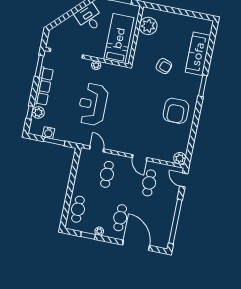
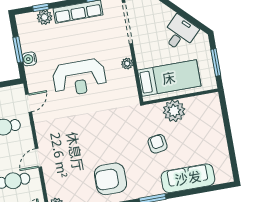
plant: (148, 26) -> (174, 111), moved
armchair: (164, 66) -> (158, 144), turned 153
reception desk: (93, 104) -> (79, 78), turned 180
water cooler: (49, 133) -> (29, 59), moved

